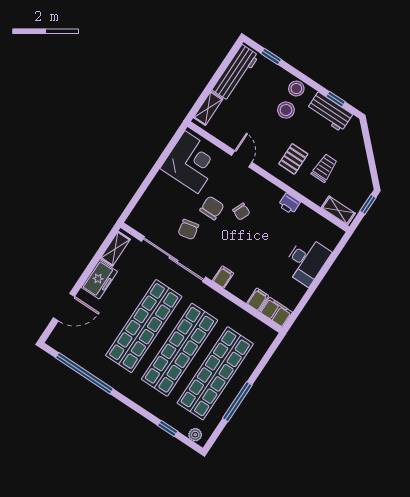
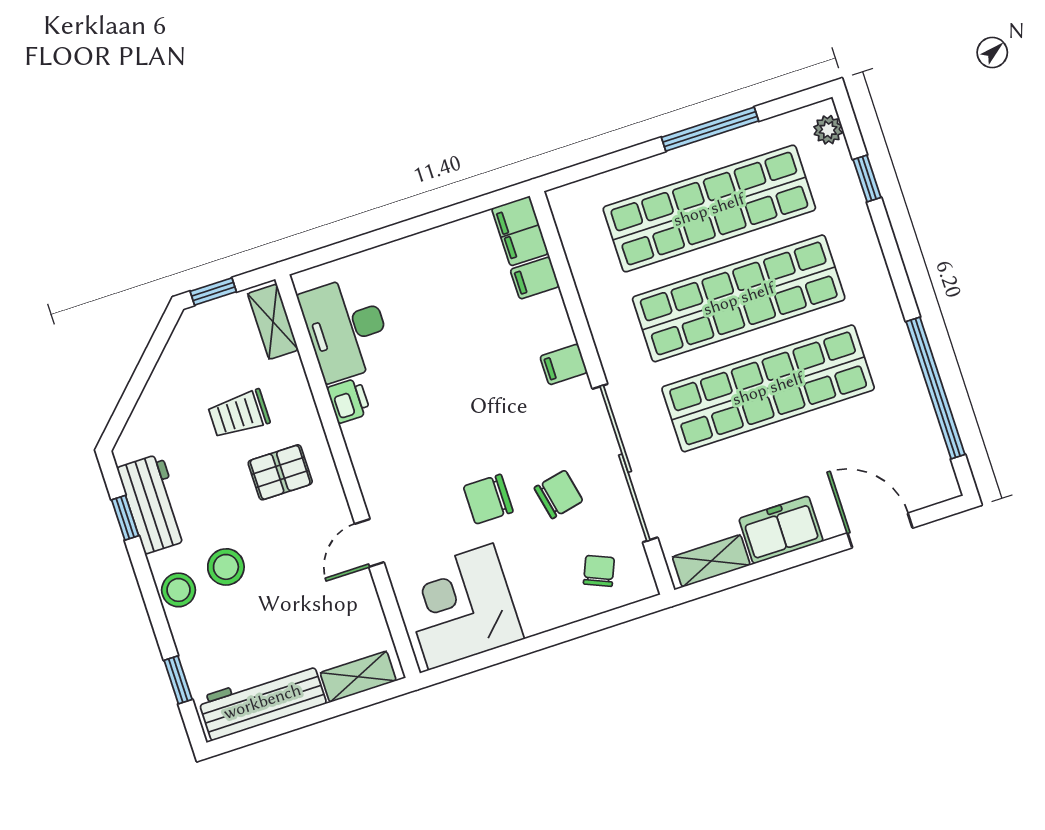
chair: (241, 212) -> (599, 571), moved
desk: (306, 261) -> (346, 328), moved, turned -90

